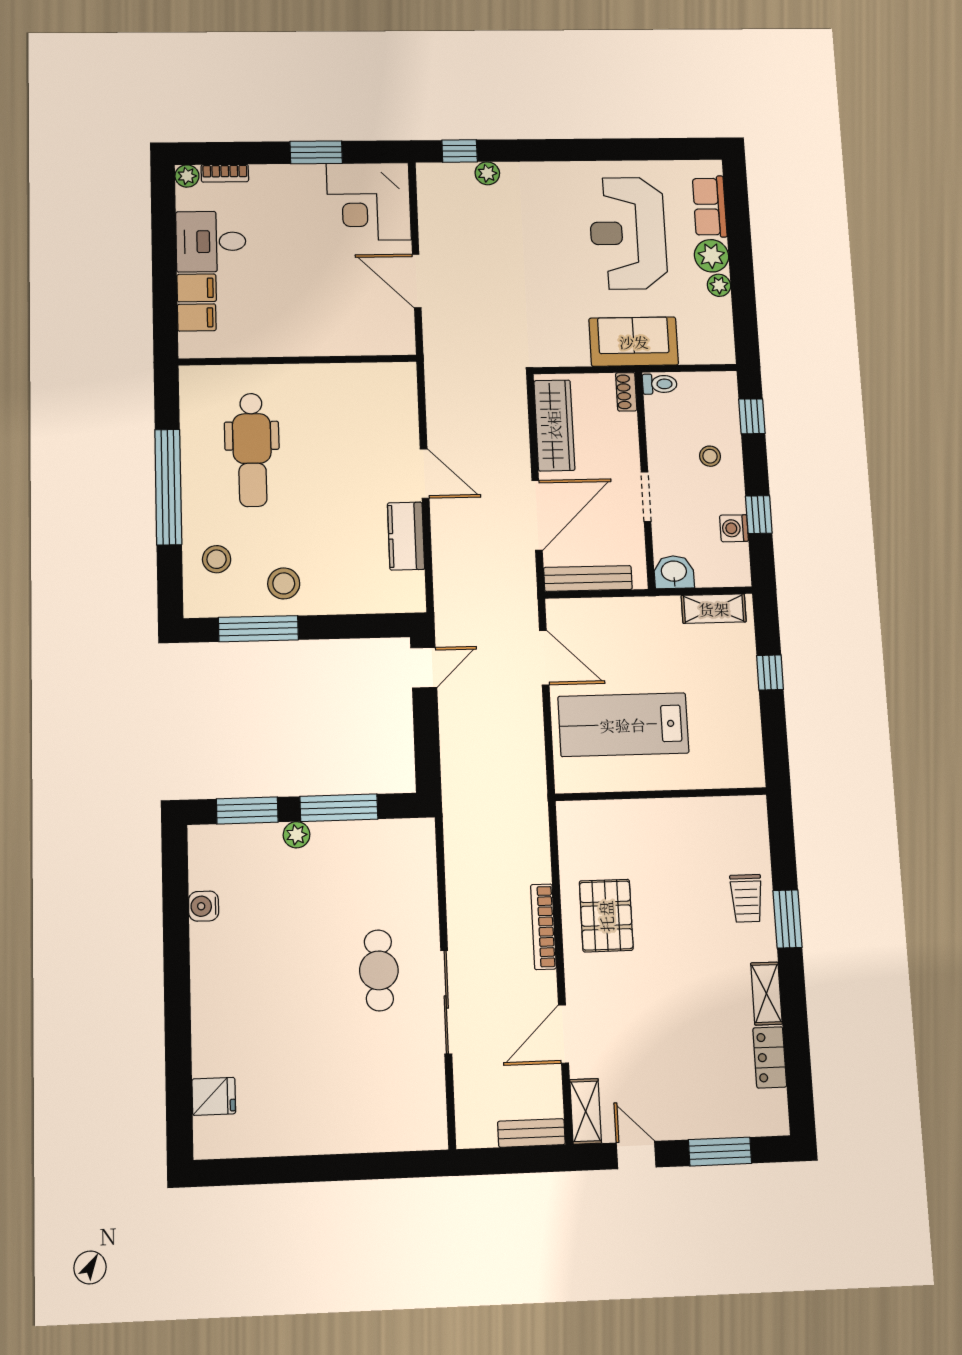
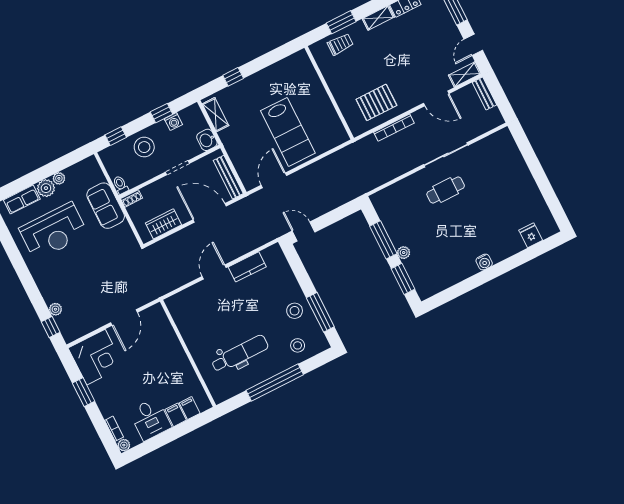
wardrobe: (554, 425) -> (163, 224), width x0.67
stool: (710, 456) -> (144, 147), width x1.89, depth x1.89
wall: (661, 794) -> (329, 93), moved
water cooler: (204, 906) -> (484, 262), moved

